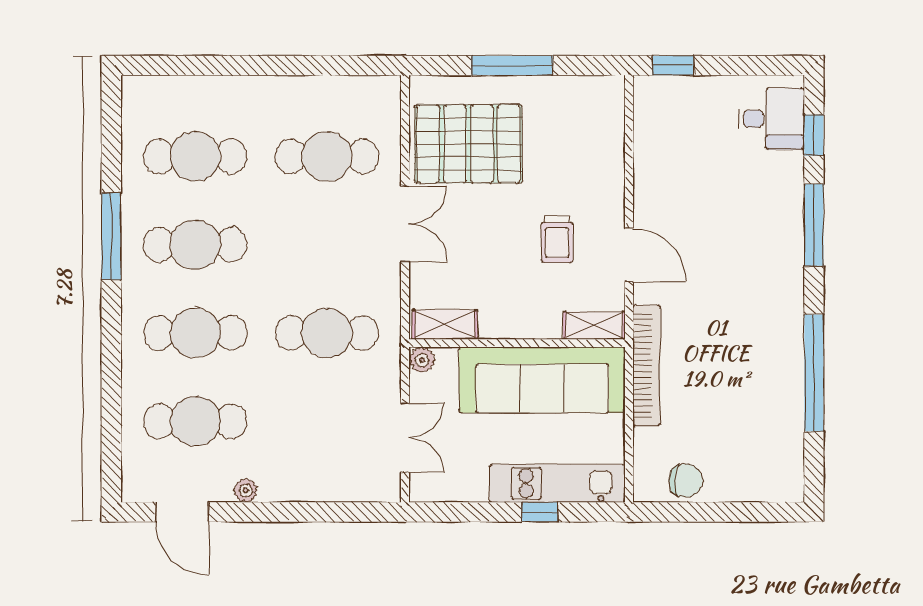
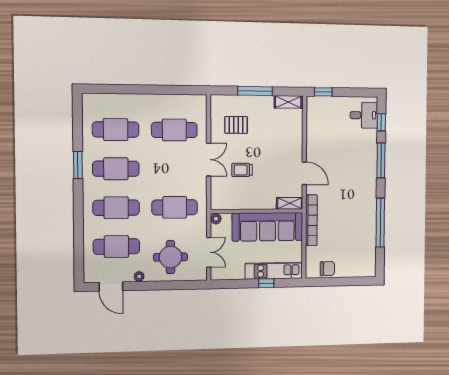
pallet: (468, 144) -> (236, 125), width x0.49, depth x0.50
window: (111, 236) -> (78, 165), width x0.69
trolley: (557, 239) -> (242, 170), moved, turned 90
shelving: (445, 325) -> (288, 102), moved
round table: (317, 447) -> (170, 257), added

